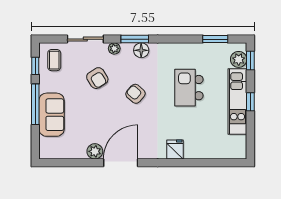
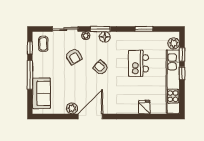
window: (215, 39) -> (144, 29), moved
window: (250, 60) -> (182, 54), moved
kitchen unit: (237, 102) -> (173, 82), width x1.36
sofa: (52, 115) -> (41, 93), moved
fridge: (175, 150) -> (144, 107), moved

